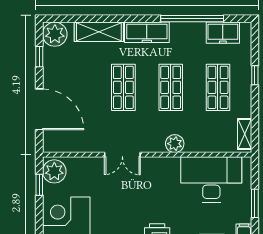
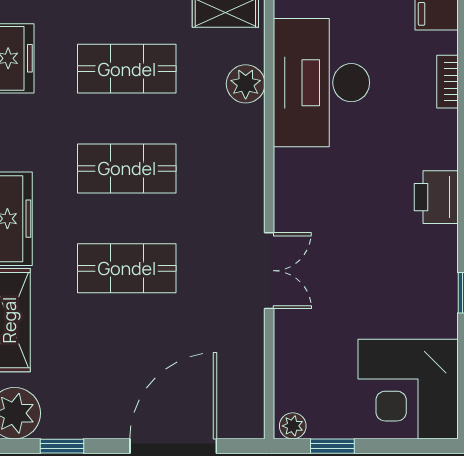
plant: (175, 144) -> (246, 84), moved
plant: (54, 171) -> (293, 426), width x0.53, depth x0.53

